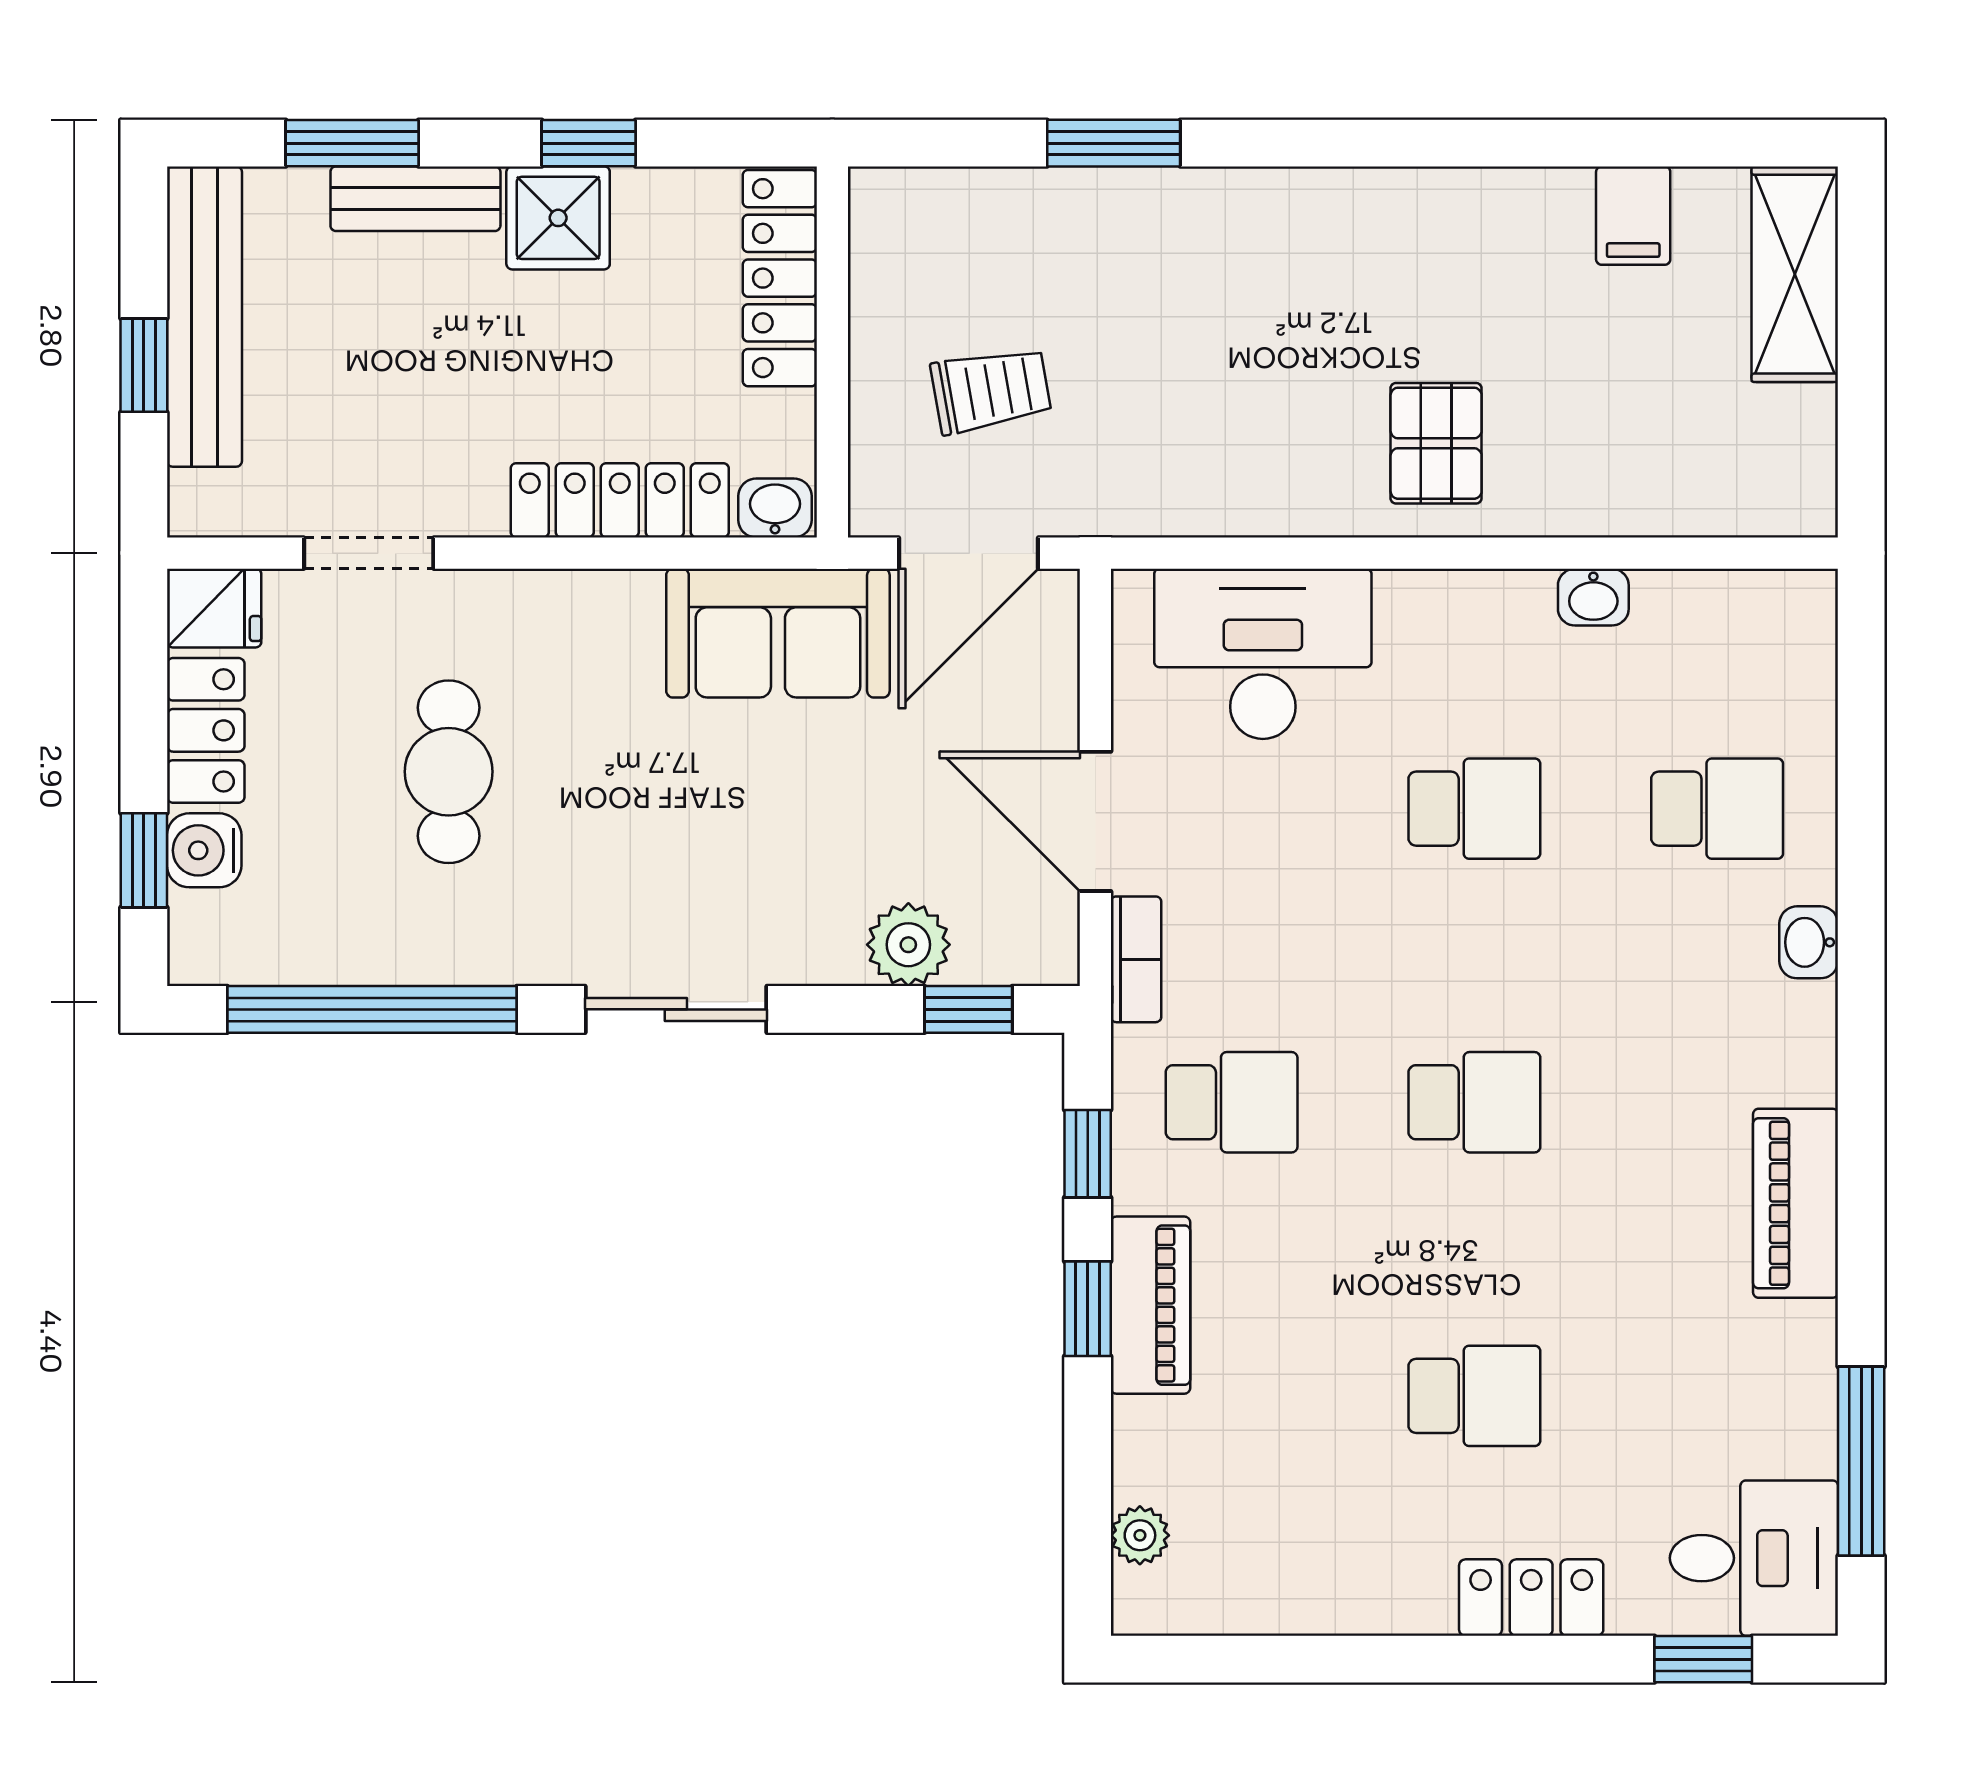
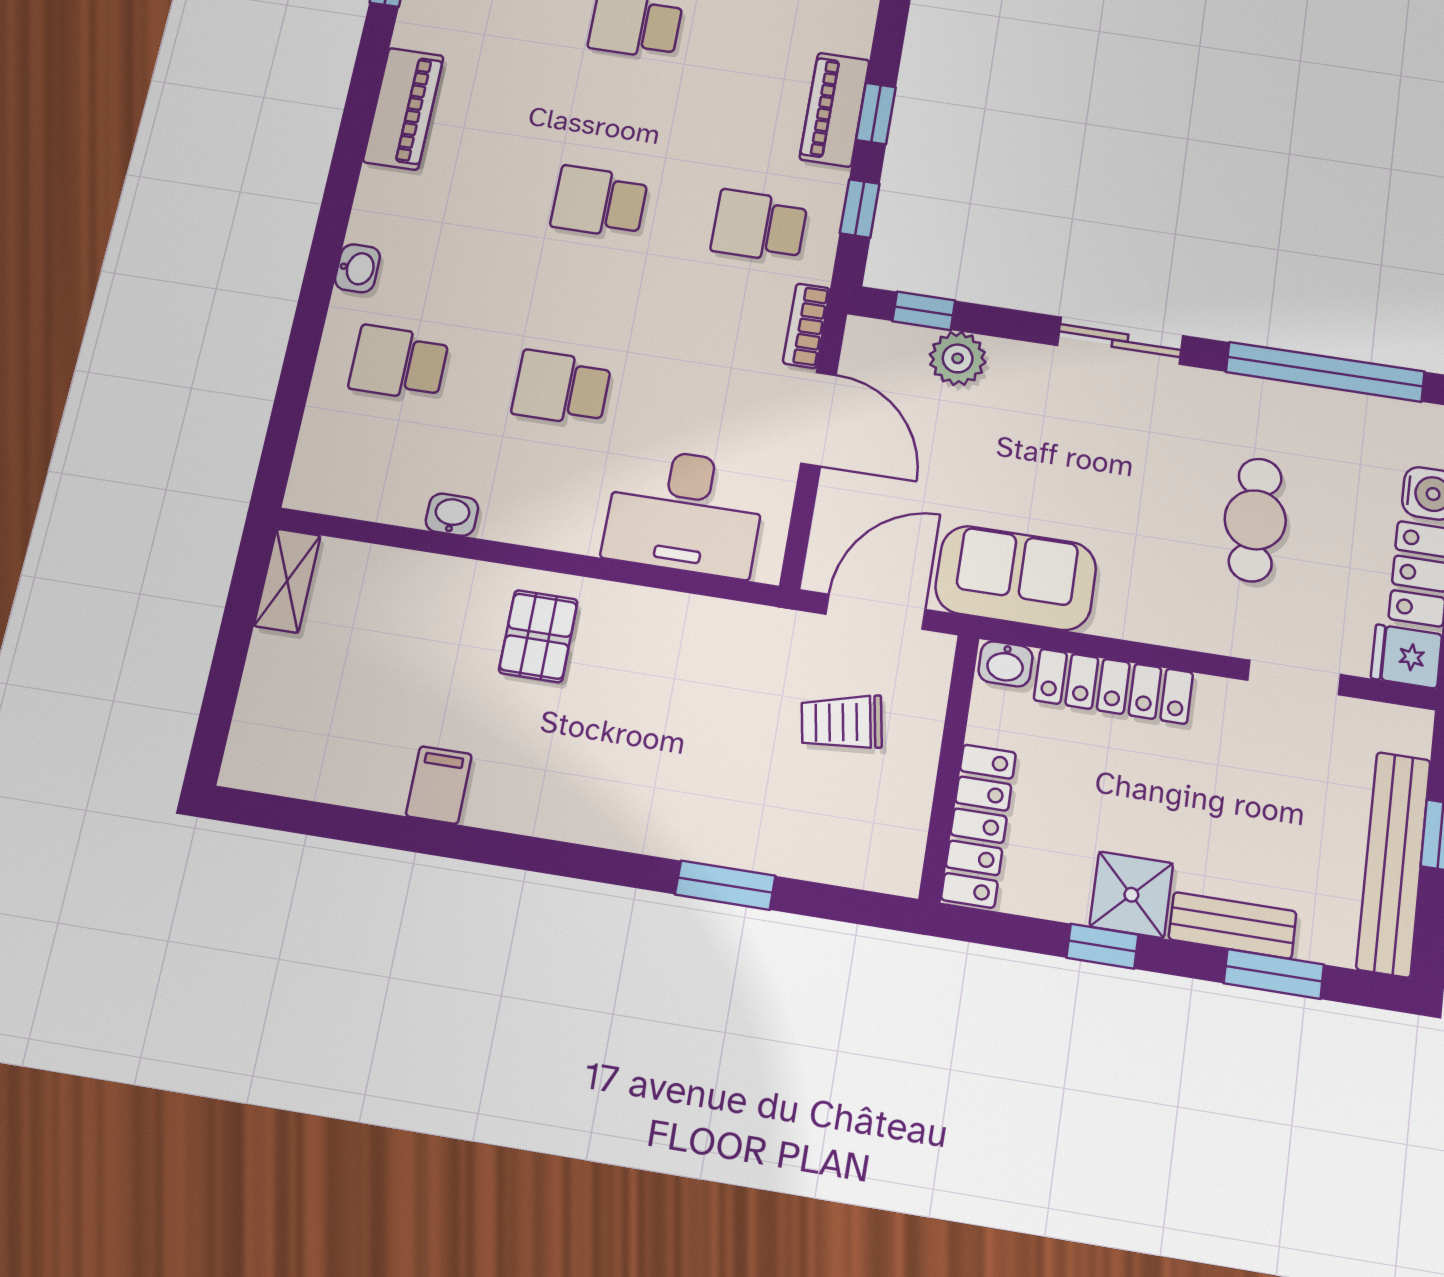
filing cabinet: (1633, 216) -> (439, 785), moved
shelving: (1795, 274) -> (287, 581), moved, width x0.67, depth x0.75

